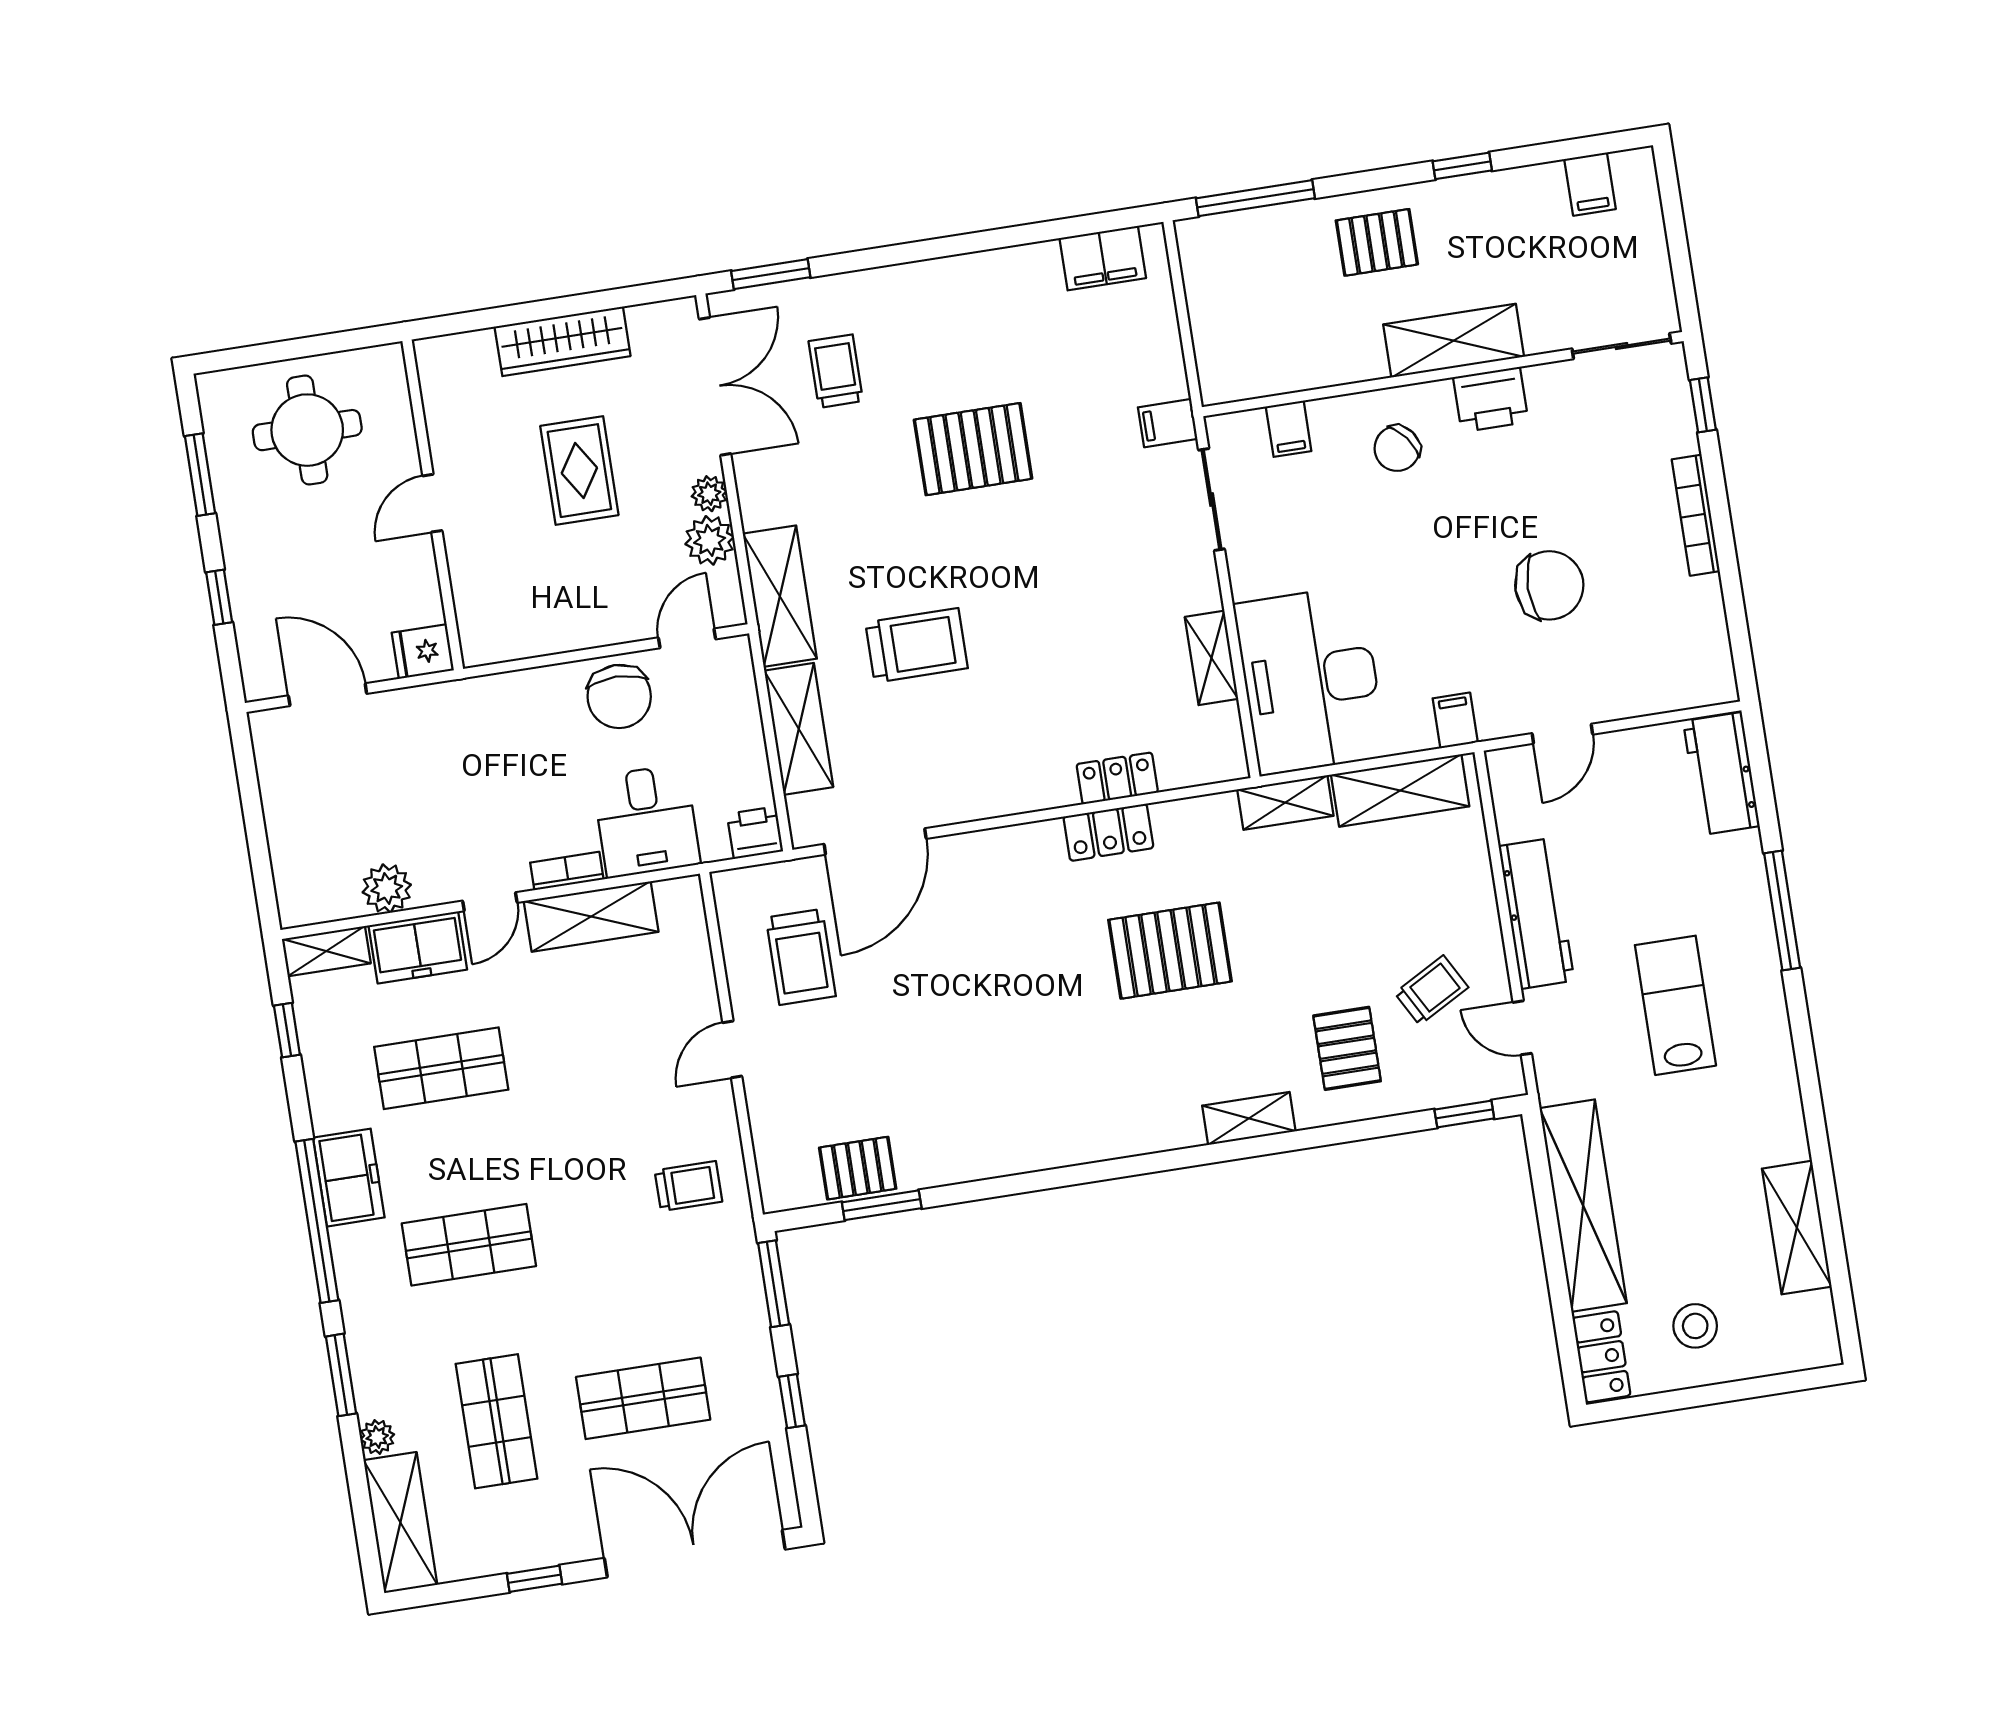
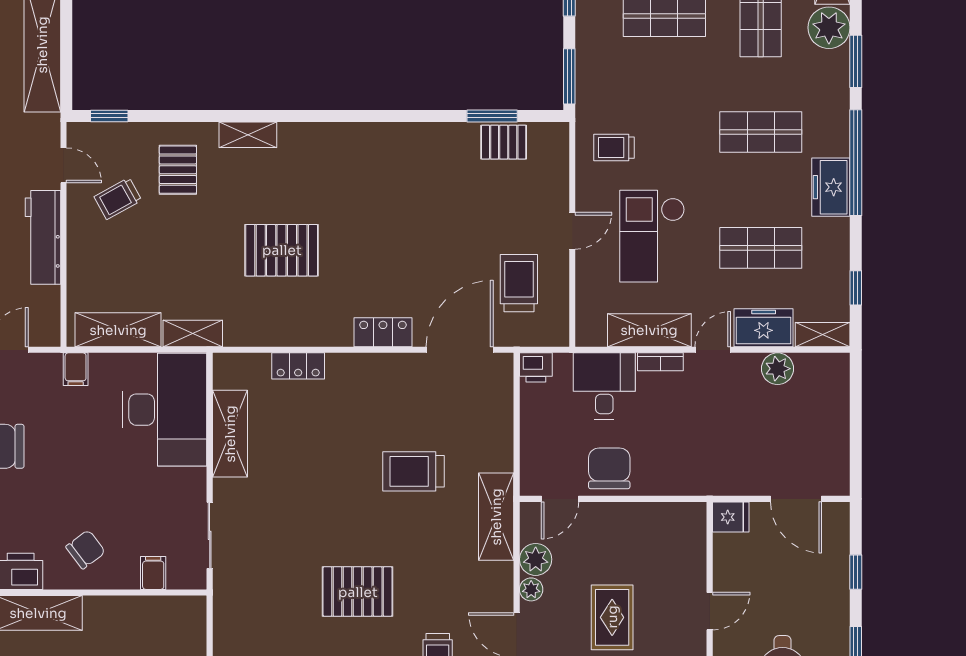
filing cabinet: (1168, 423) -> (230, 589), removed
shelving: (1211, 658) -> (230, 434), width x1.50, depth x1.33
shelving: (799, 729) -> (497, 430), removed
locker: (1108, 832) -> (383, 332), moved
checkout: (609, 1060) -> (652, 236), added
plant: (377, 1437) -> (829, 28), width x1.88, depth x1.88

